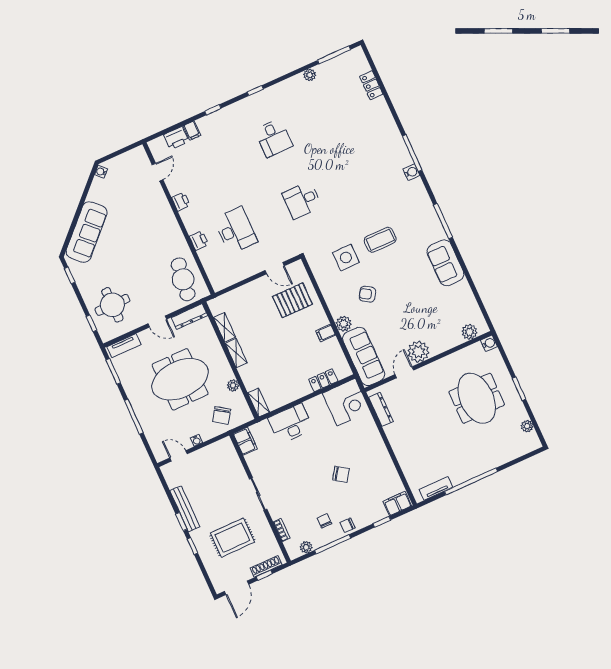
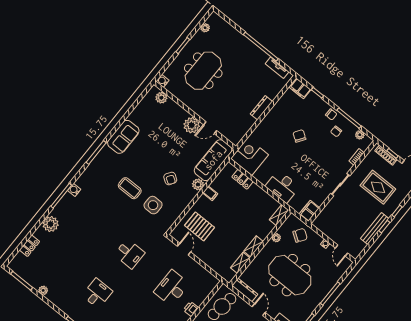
plant: (385, 124) -> (51, 224), added
dresser: (381, 409) -> (261, 108), moved

